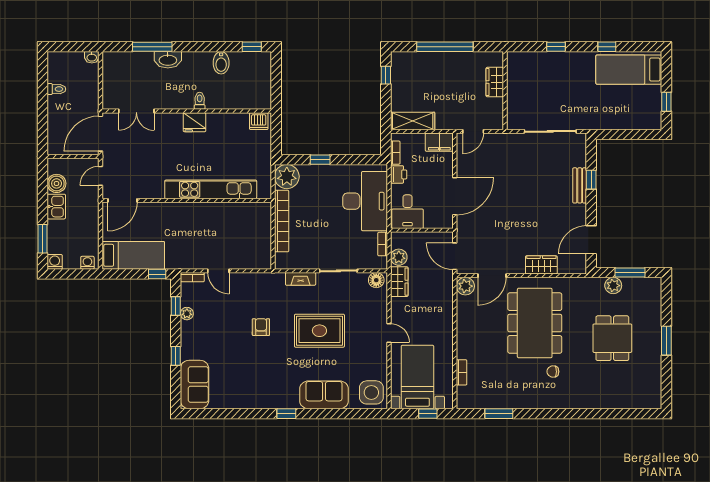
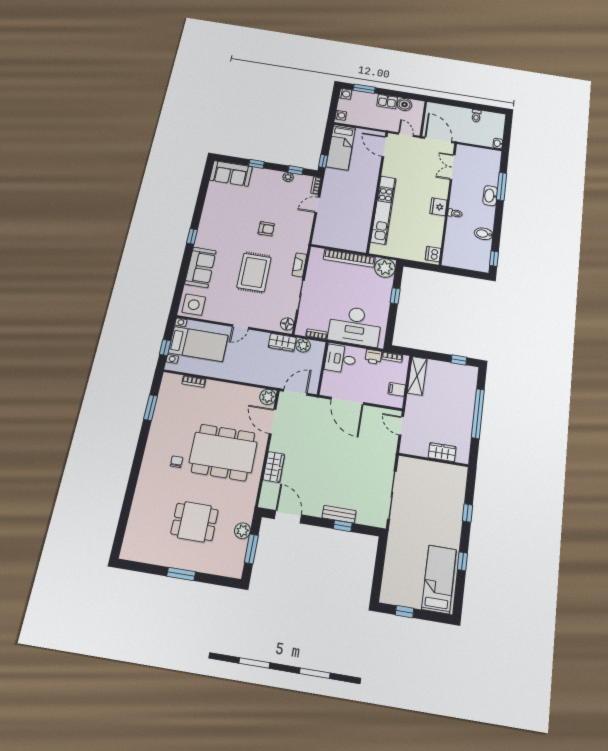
filing cabinet: (439, 142) -> (397, 389), width x0.50

